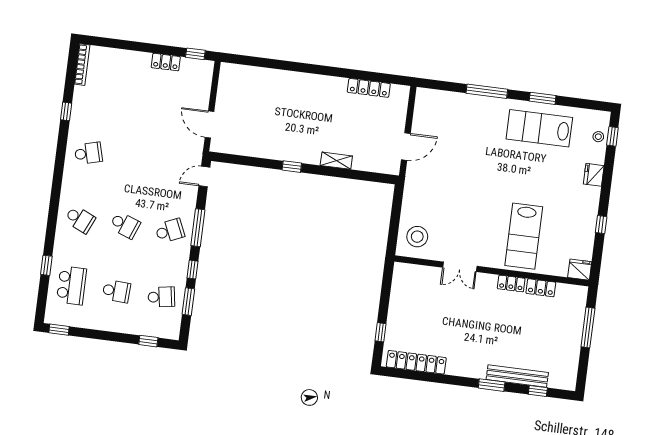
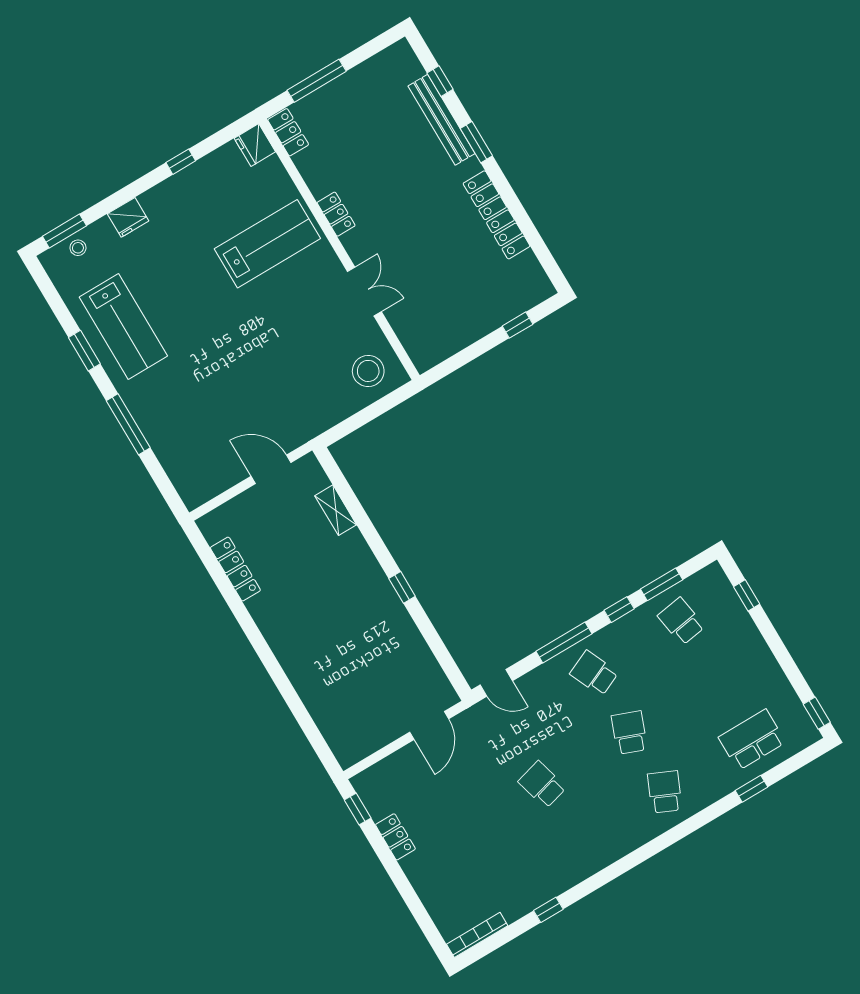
window: (612, 136) -> (64, 231), width x1.50
school desk: (88, 153) -> (542, 785), moved
shelving: (336, 161) -> (336, 510), moved
locker: (541, 288) -> (288, 132), moved
school desk: (116, 291) -> (717, 681), removed
locker: (416, 362) -> (497, 215), moved

